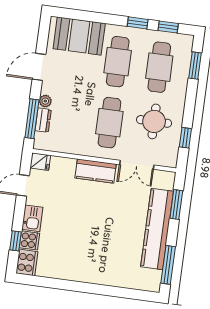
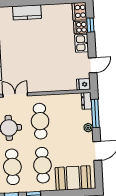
dresser: (43, 120) -> (86, 101), moved
kitchen counter: (96, 171) -> (27, 12), moved, turned 180

